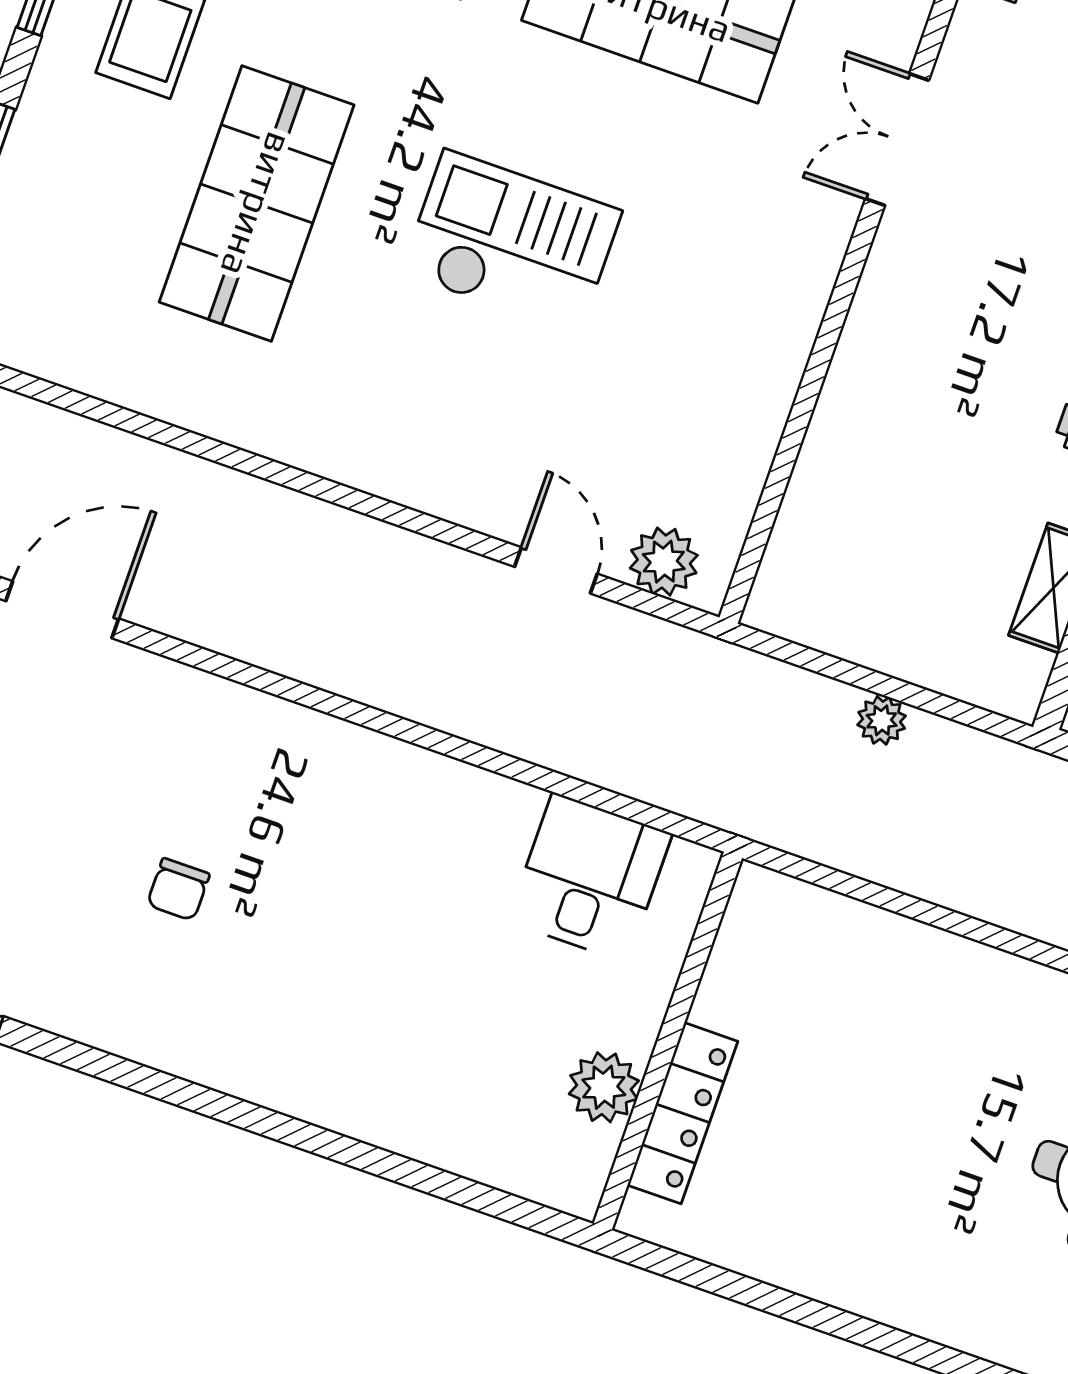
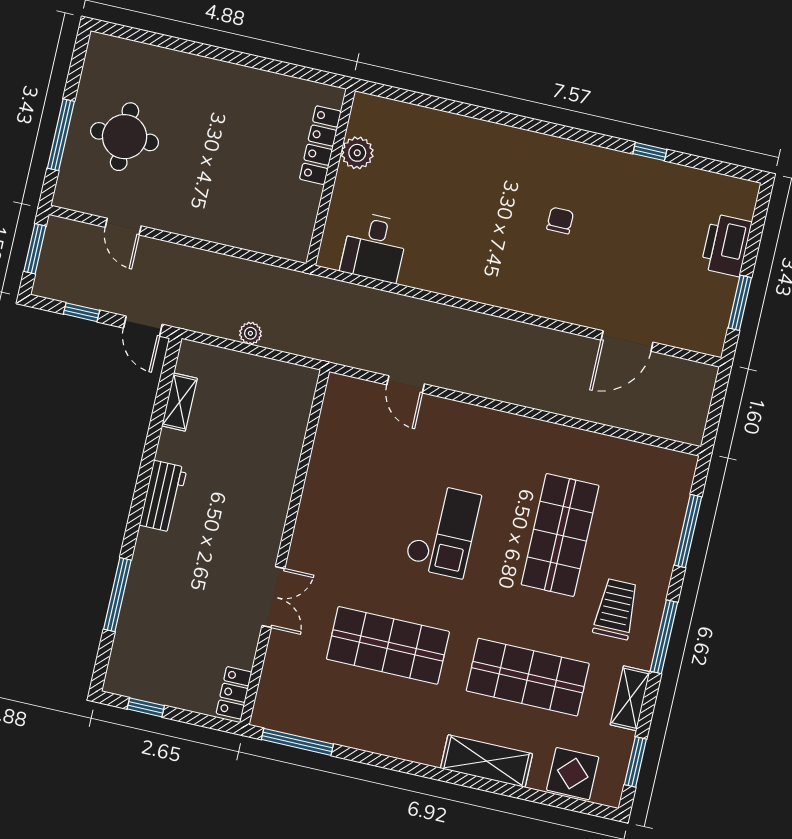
checkout: (511, 242) -> (443, 531), turned -90
plant: (664, 562) -> (357, 394), removed

